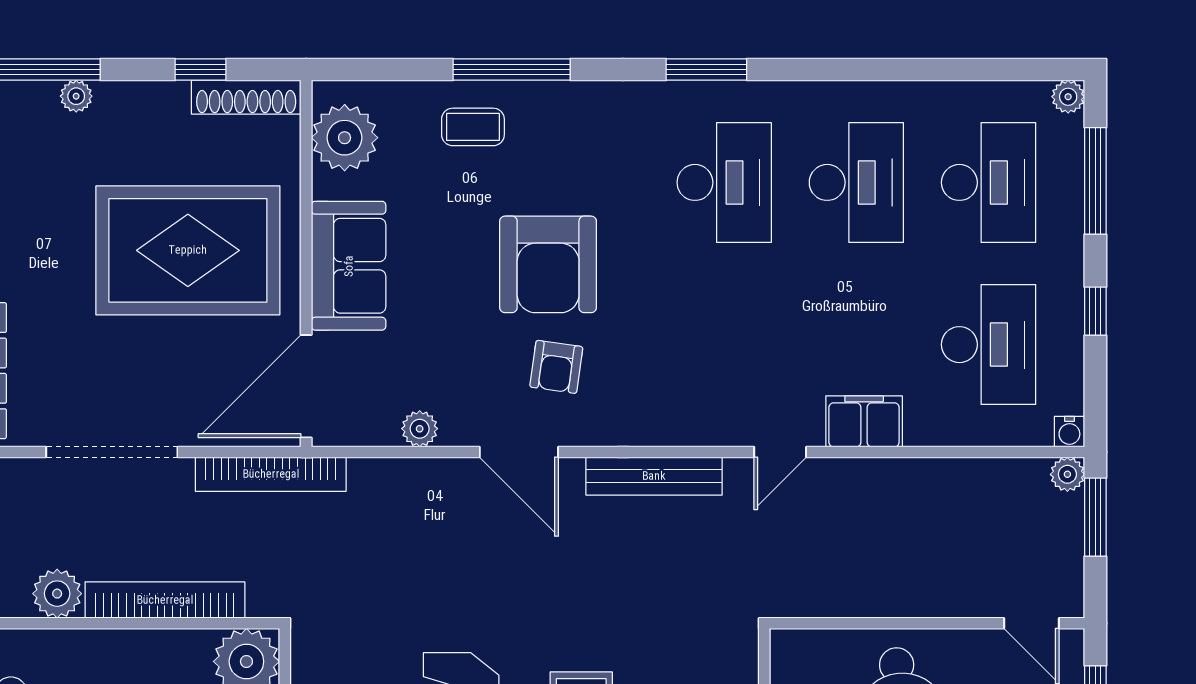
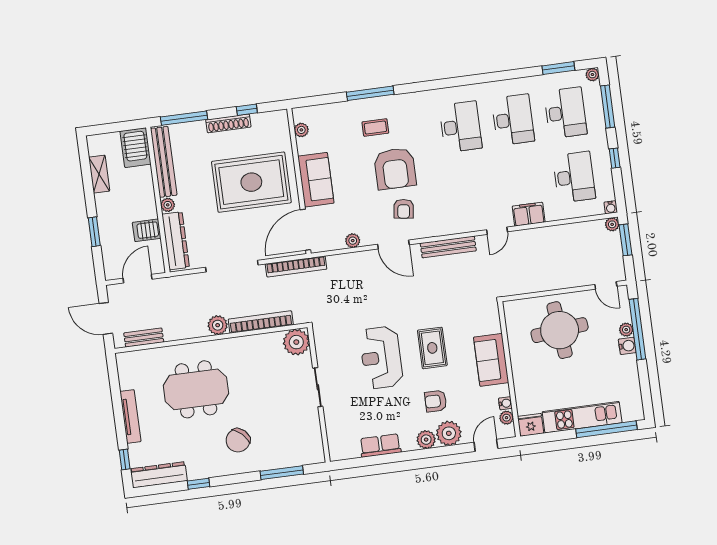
window: (706, 70) -> (558, 68), moved
plant: (76, 96) -> (199, 127), removed
shoe rack: (246, 97) -> (228, 123), moved
coffee table: (473, 127) -> (375, 128), moved
plant: (345, 138) -> (301, 130), width x0.53, depth x0.53

